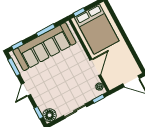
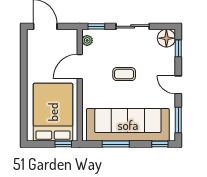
coffee table: (64, 78) -> (124, 74), added
door: (26, 89) -> (178, 85), swing flipped

